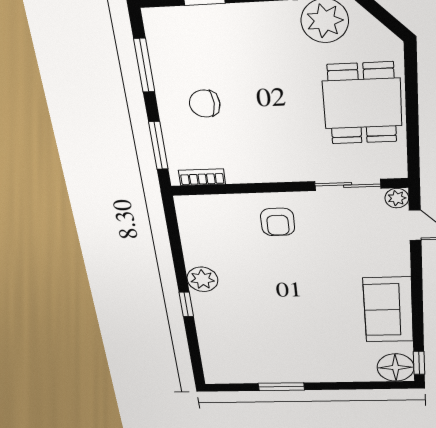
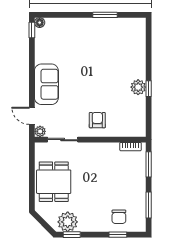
chair: (205, 104) -> (119, 217), moved, turned 90
window: (186, 304) -> (149, 89), moved
sofa: (388, 310) -> (46, 84), moved
floor lamp: (396, 367) -> (40, 23), width x0.53, depth x0.53

